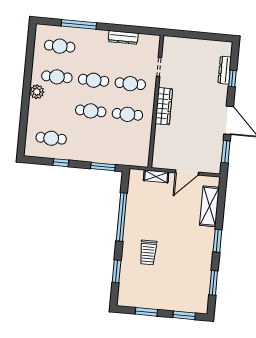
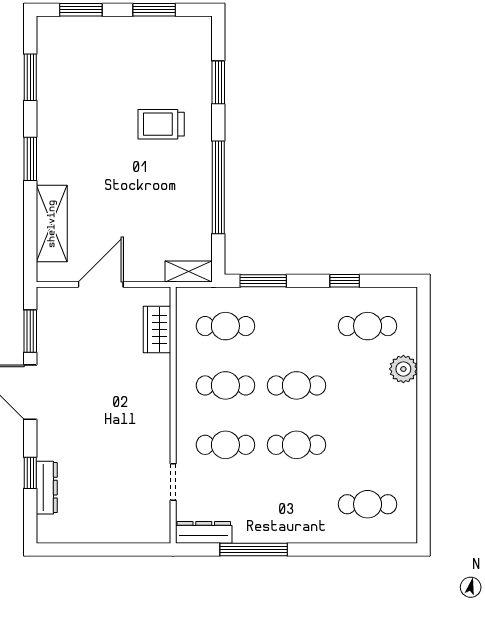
window: (79, 24) -> (254, 549), moved
dresser: (123, 37) -> (204, 532), moved
cafe table: (57, 77) -> (225, 326), moved
plant: (37, 92) -> (403, 369), moved
wardrobe: (164, 106) -> (157, 329), moved, width x0.67
shelving: (156, 176) -> (189, 271), moved
trolley: (148, 252) -> (161, 124), turned -90

